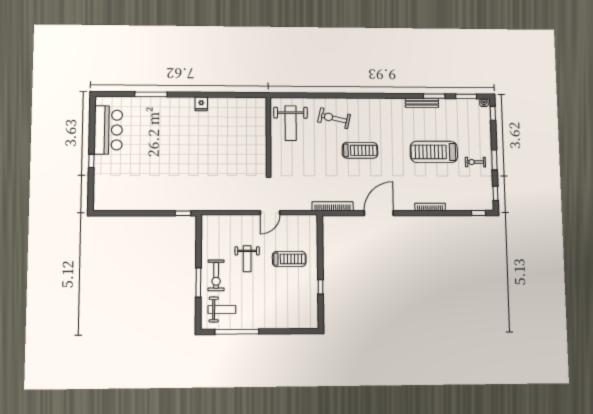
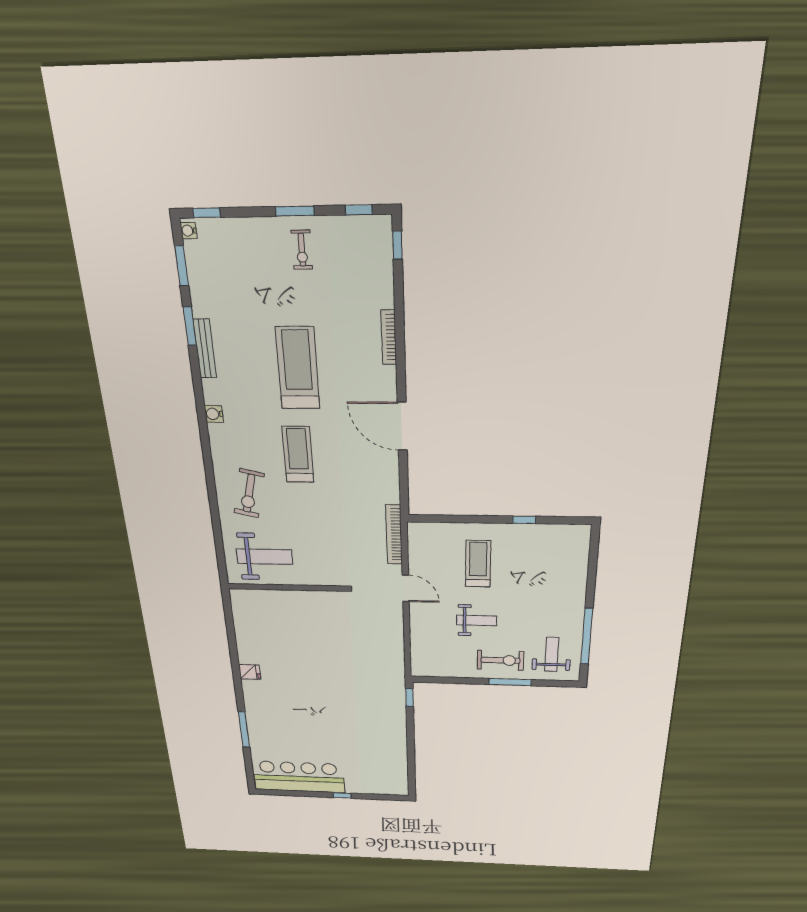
water cooler: (384, 103) -> (214, 414), added
bar counter: (108, 130) -> (299, 777), width x1.36
treadmill: (434, 152) -> (298, 368), moved, turned 180
bookcase: (333, 206) -> (394, 535), moved

